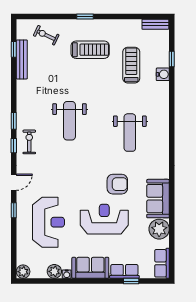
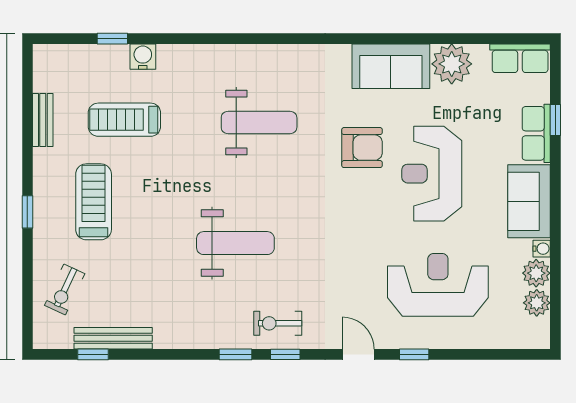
bench: (155, 24) -> (43, 120), moved
armchair: (117, 184) -> (362, 148), turned 90
plant: (23, 272) -> (537, 303), moved

